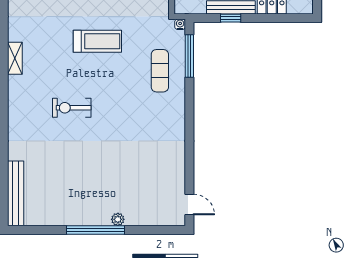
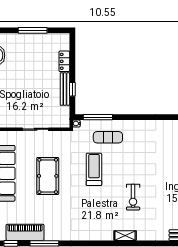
treadmill: (97, 41) -> (94, 169), moved
shelving: (15, 58) -> (125, 236), moved

